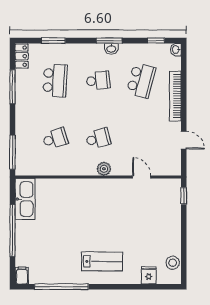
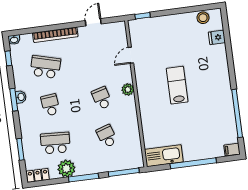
window: (12, 87) -> (84, 178), moved
plant: (25, 89) -> (66, 169), added
lab bench: (102, 261) -> (177, 85), moved

